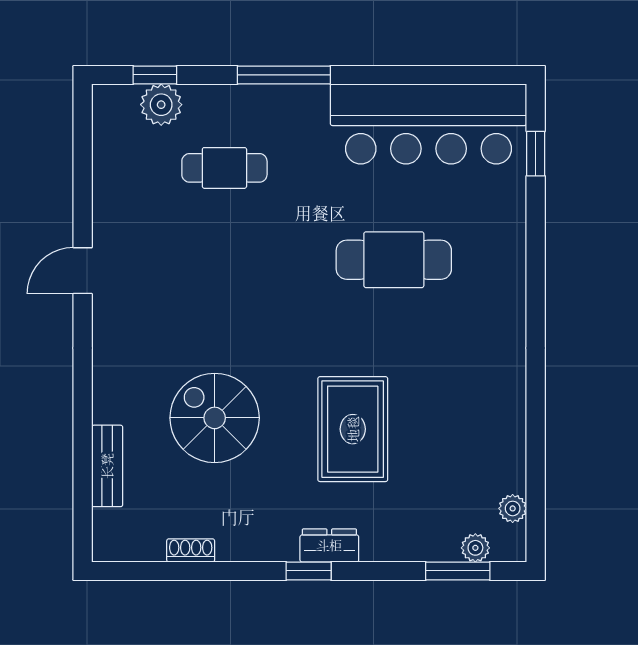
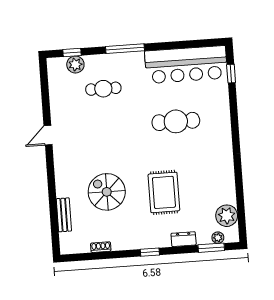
plant: (513, 508) -> (227, 216), width x1.88, depth x1.88
dresser: (329, 545) -> (184, 239), moved

